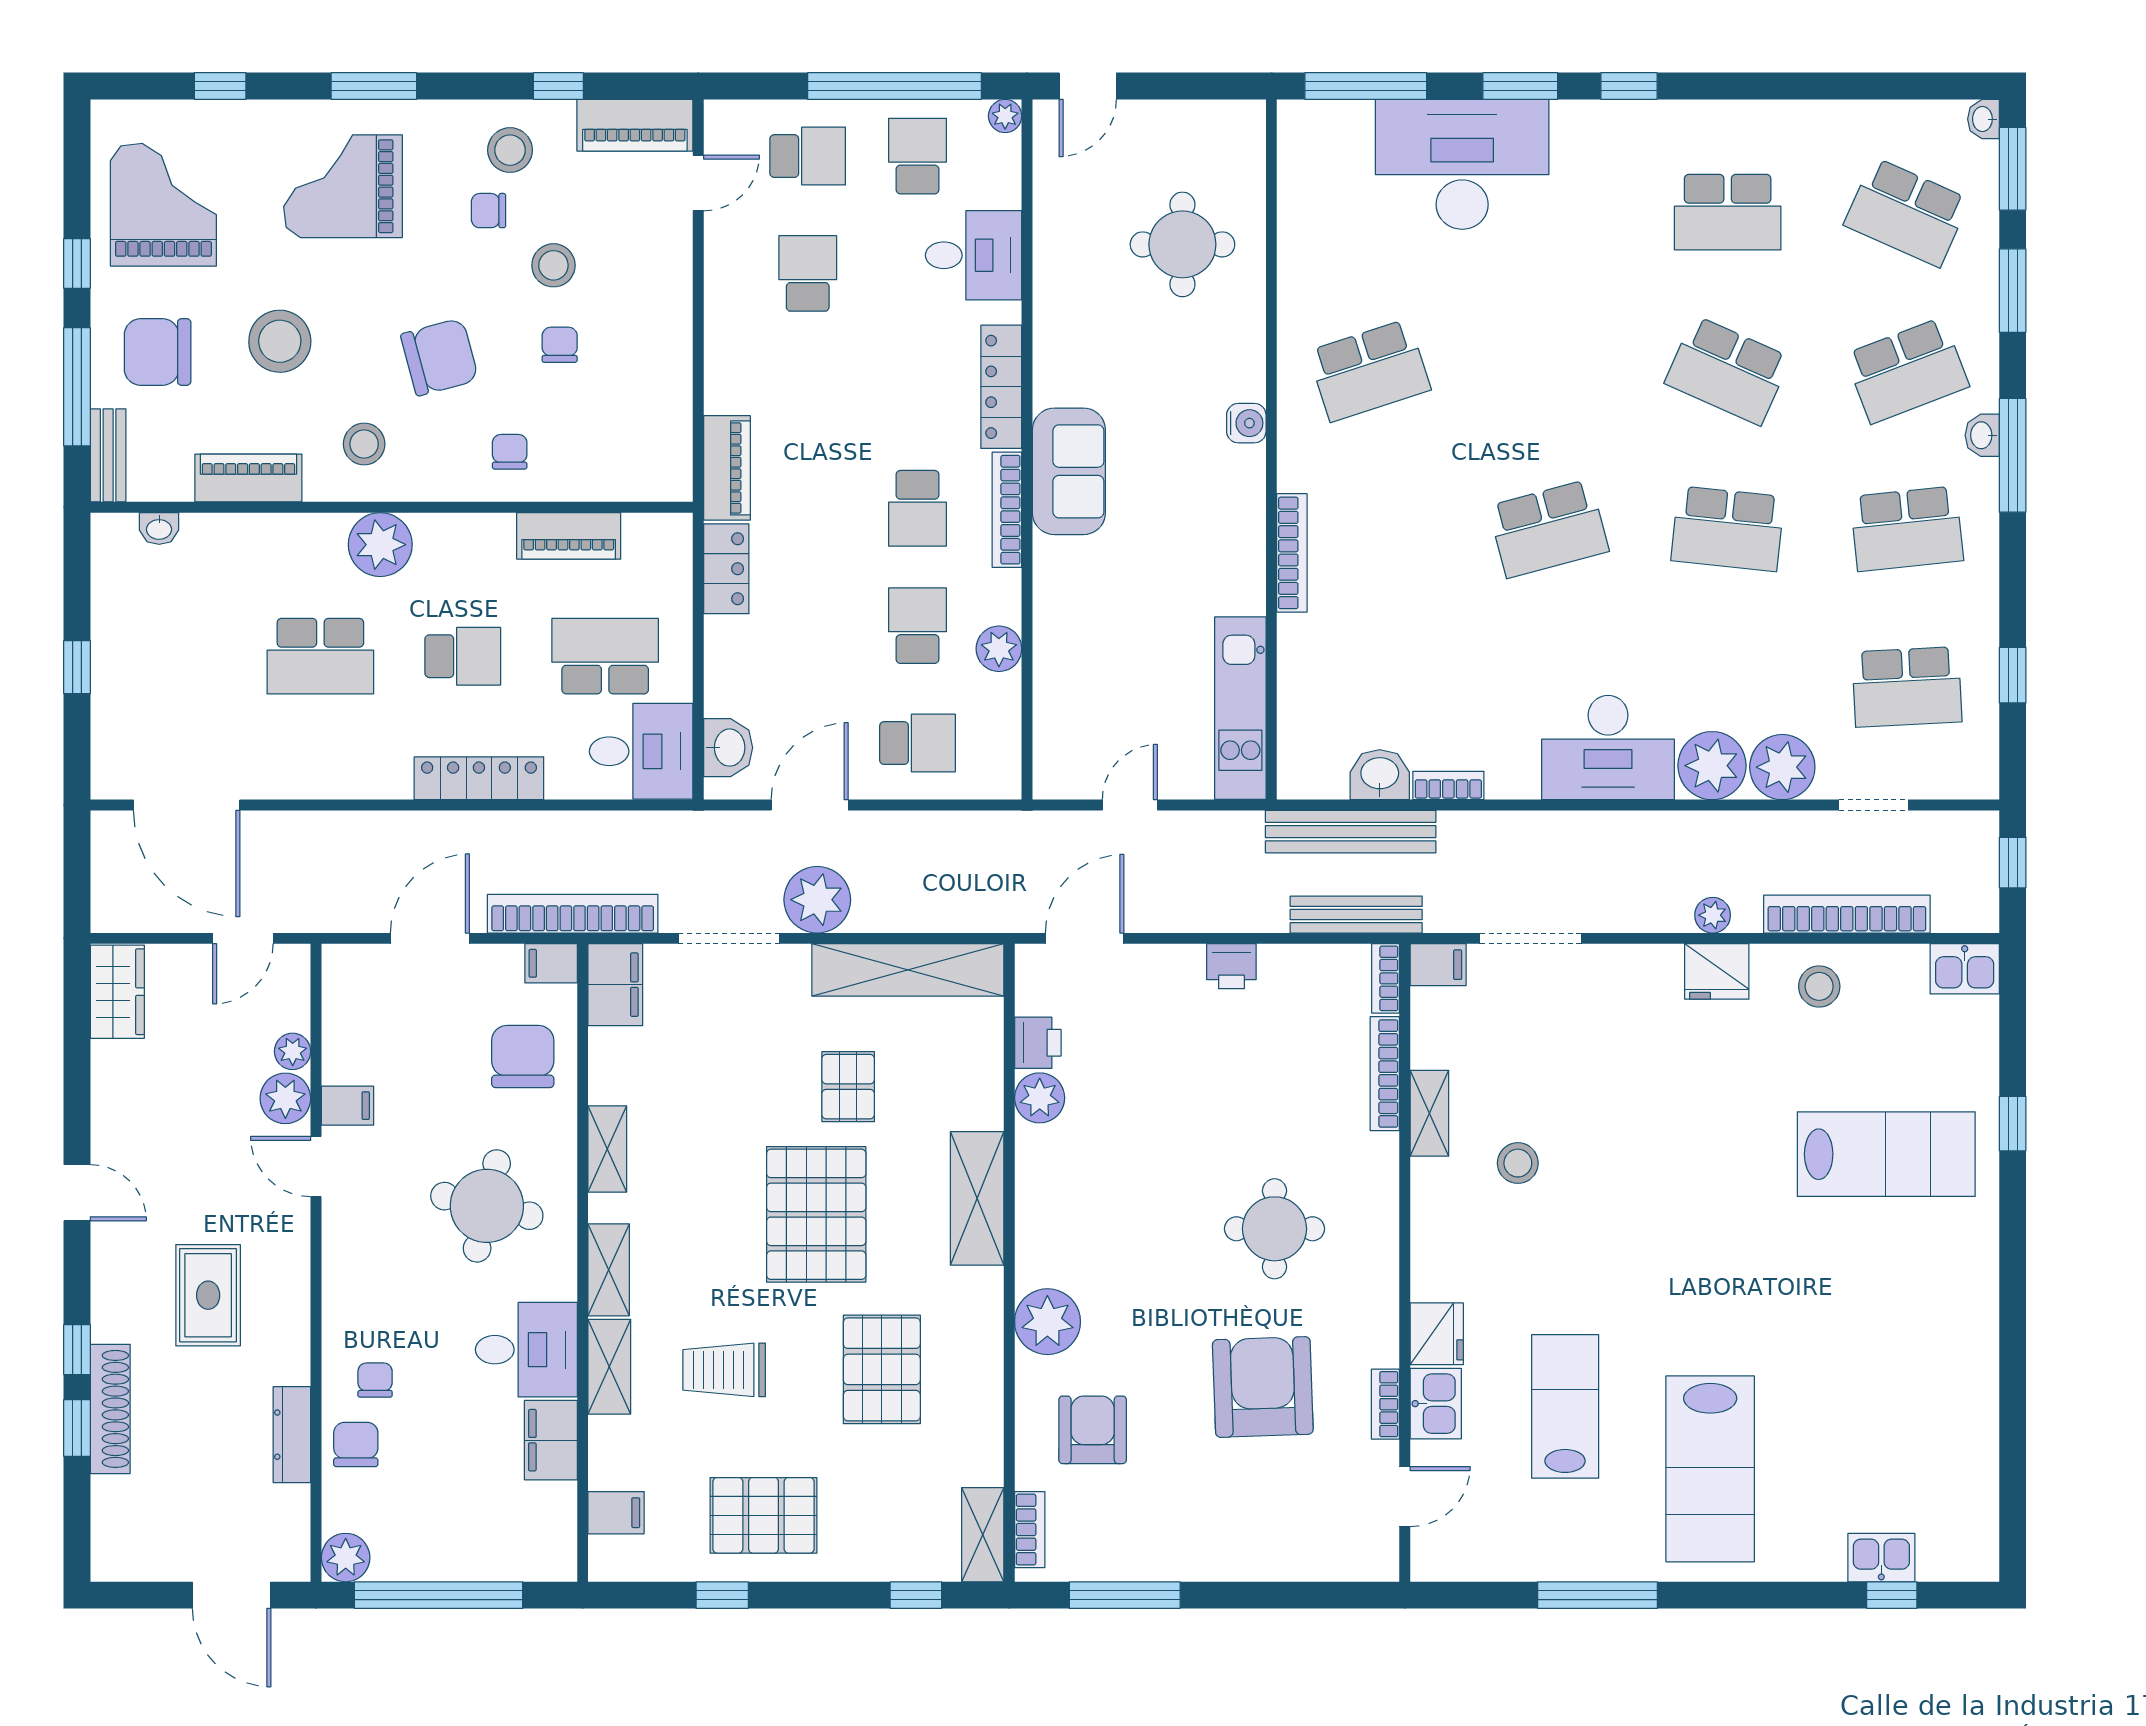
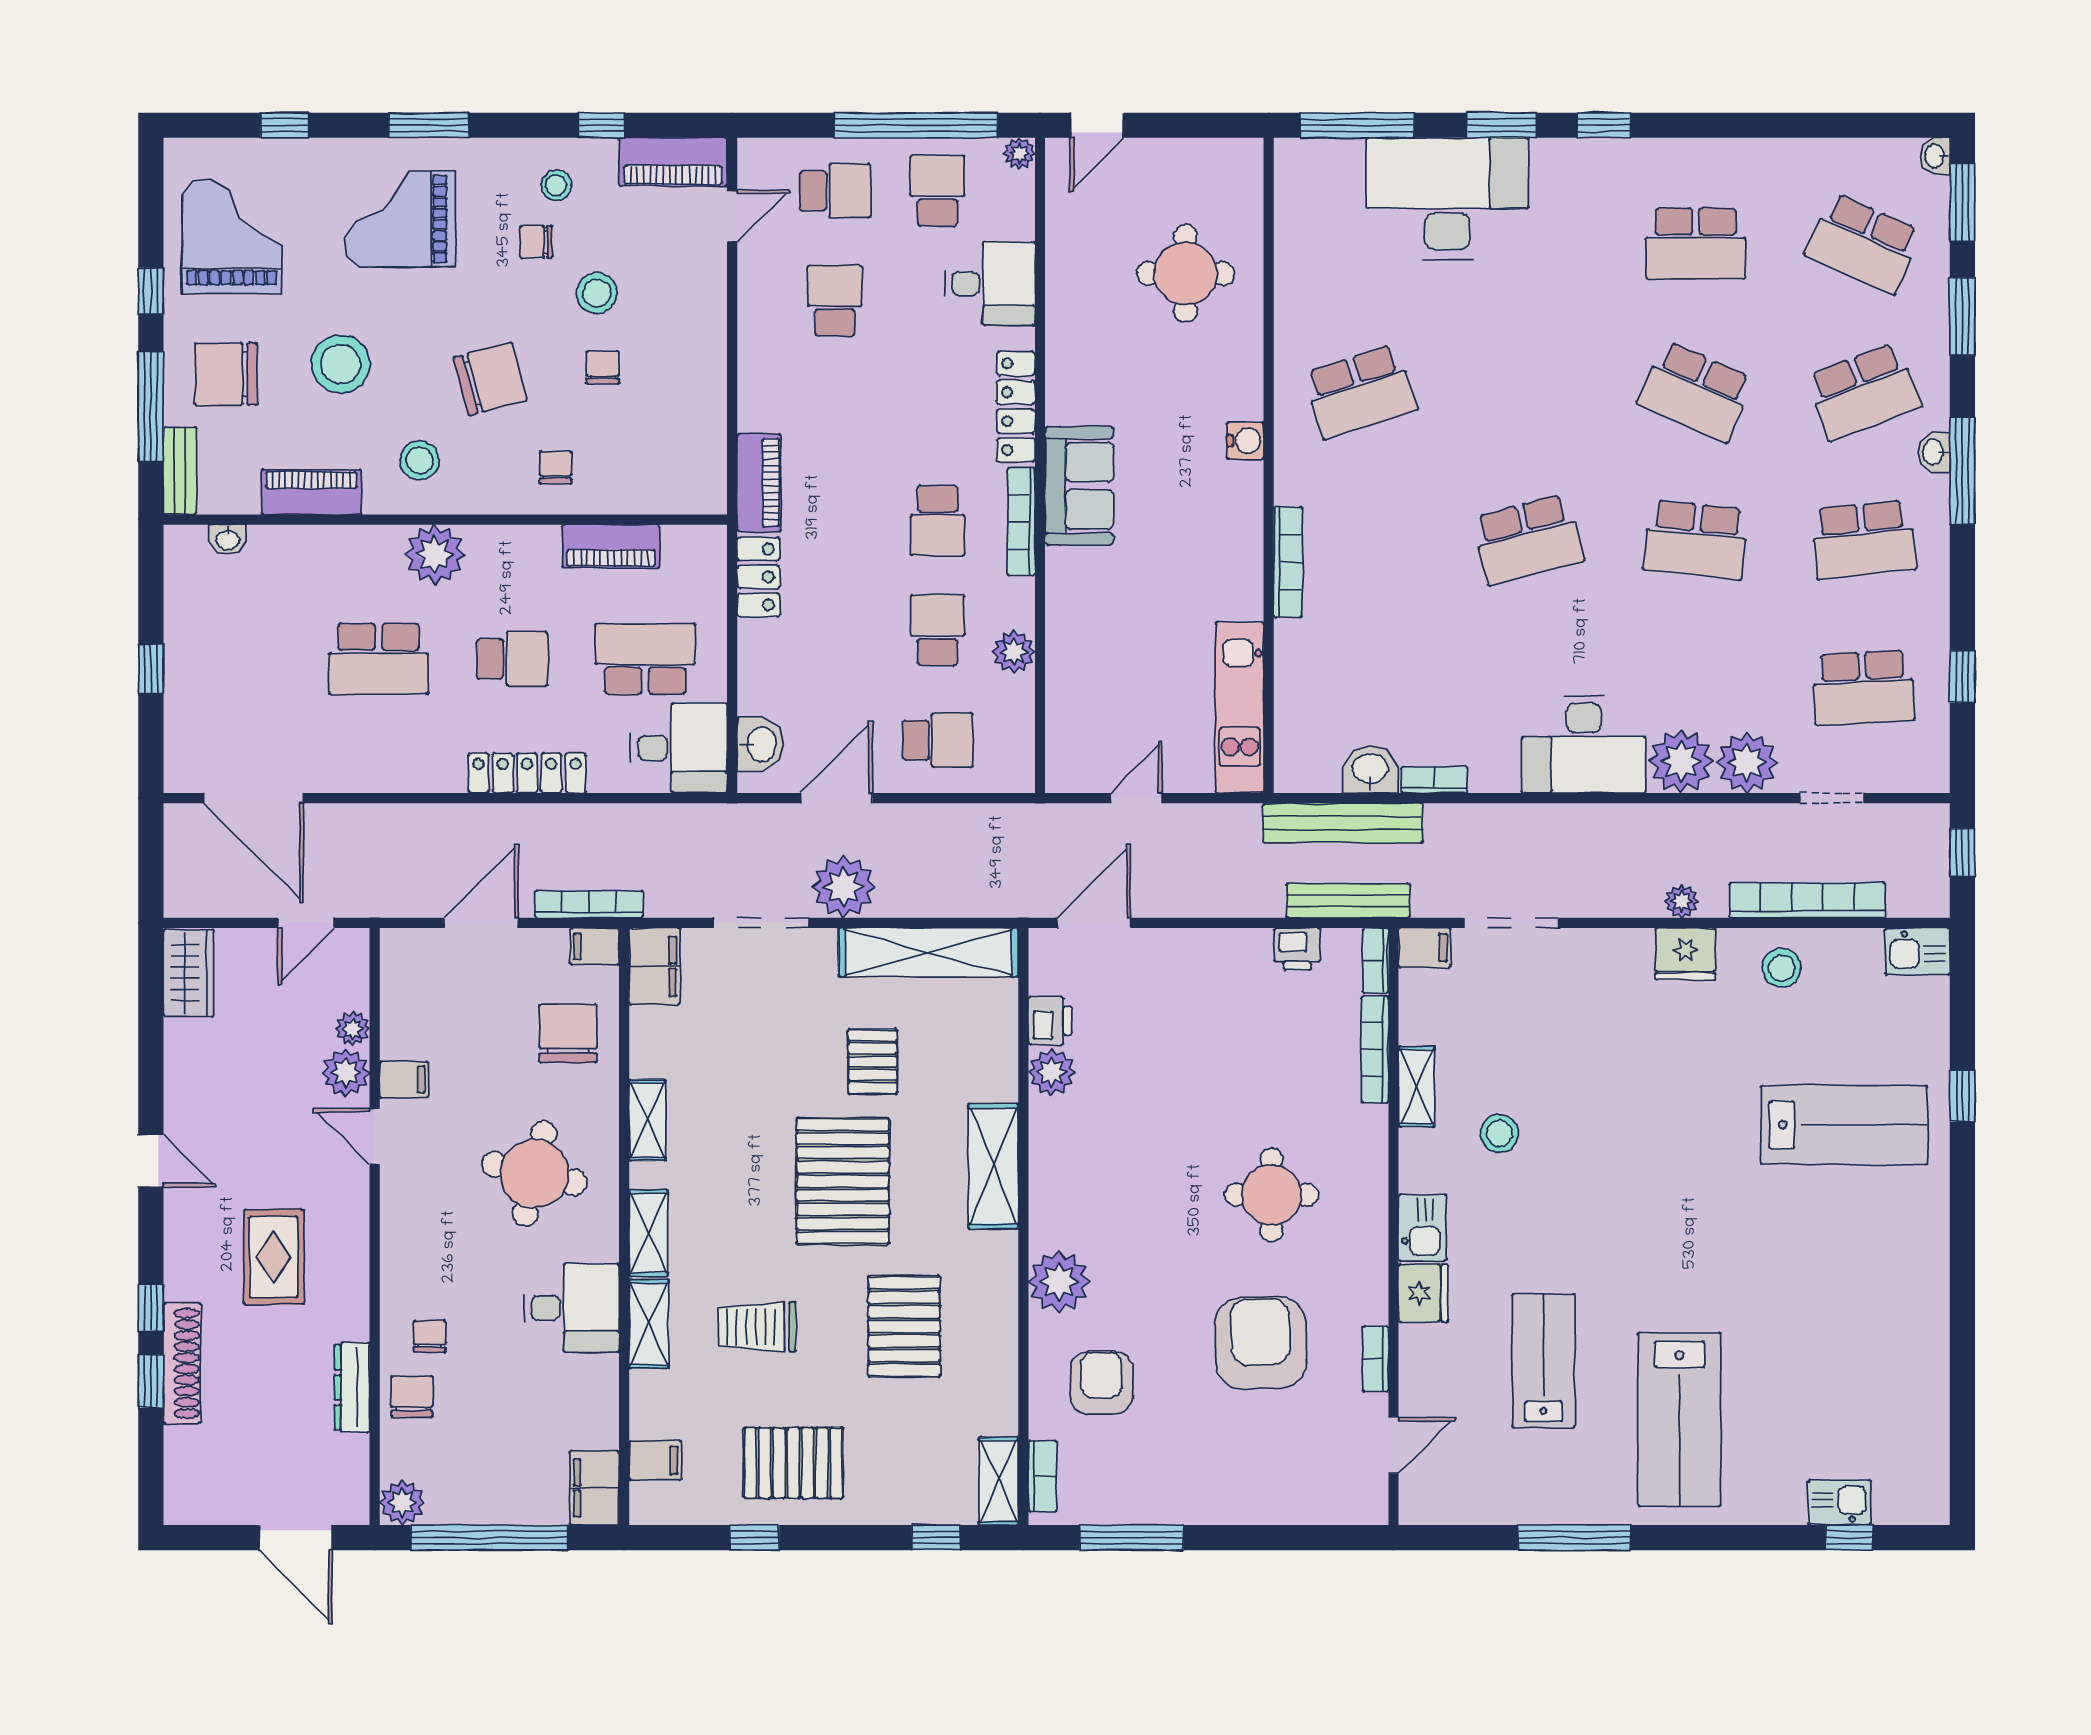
stool: (510, 150) -> (556, 185), width x0.73, depth x0.73
bookcase: (573, 914) -> (589, 904), width x0.68, depth x0.76
printer: (1231, 966) -> (1297, 949), moved
kitchen sink: (1436, 1404) -> (1422, 1228), moved
filing cabinet: (551, 1440) -> (594, 1488), moved

